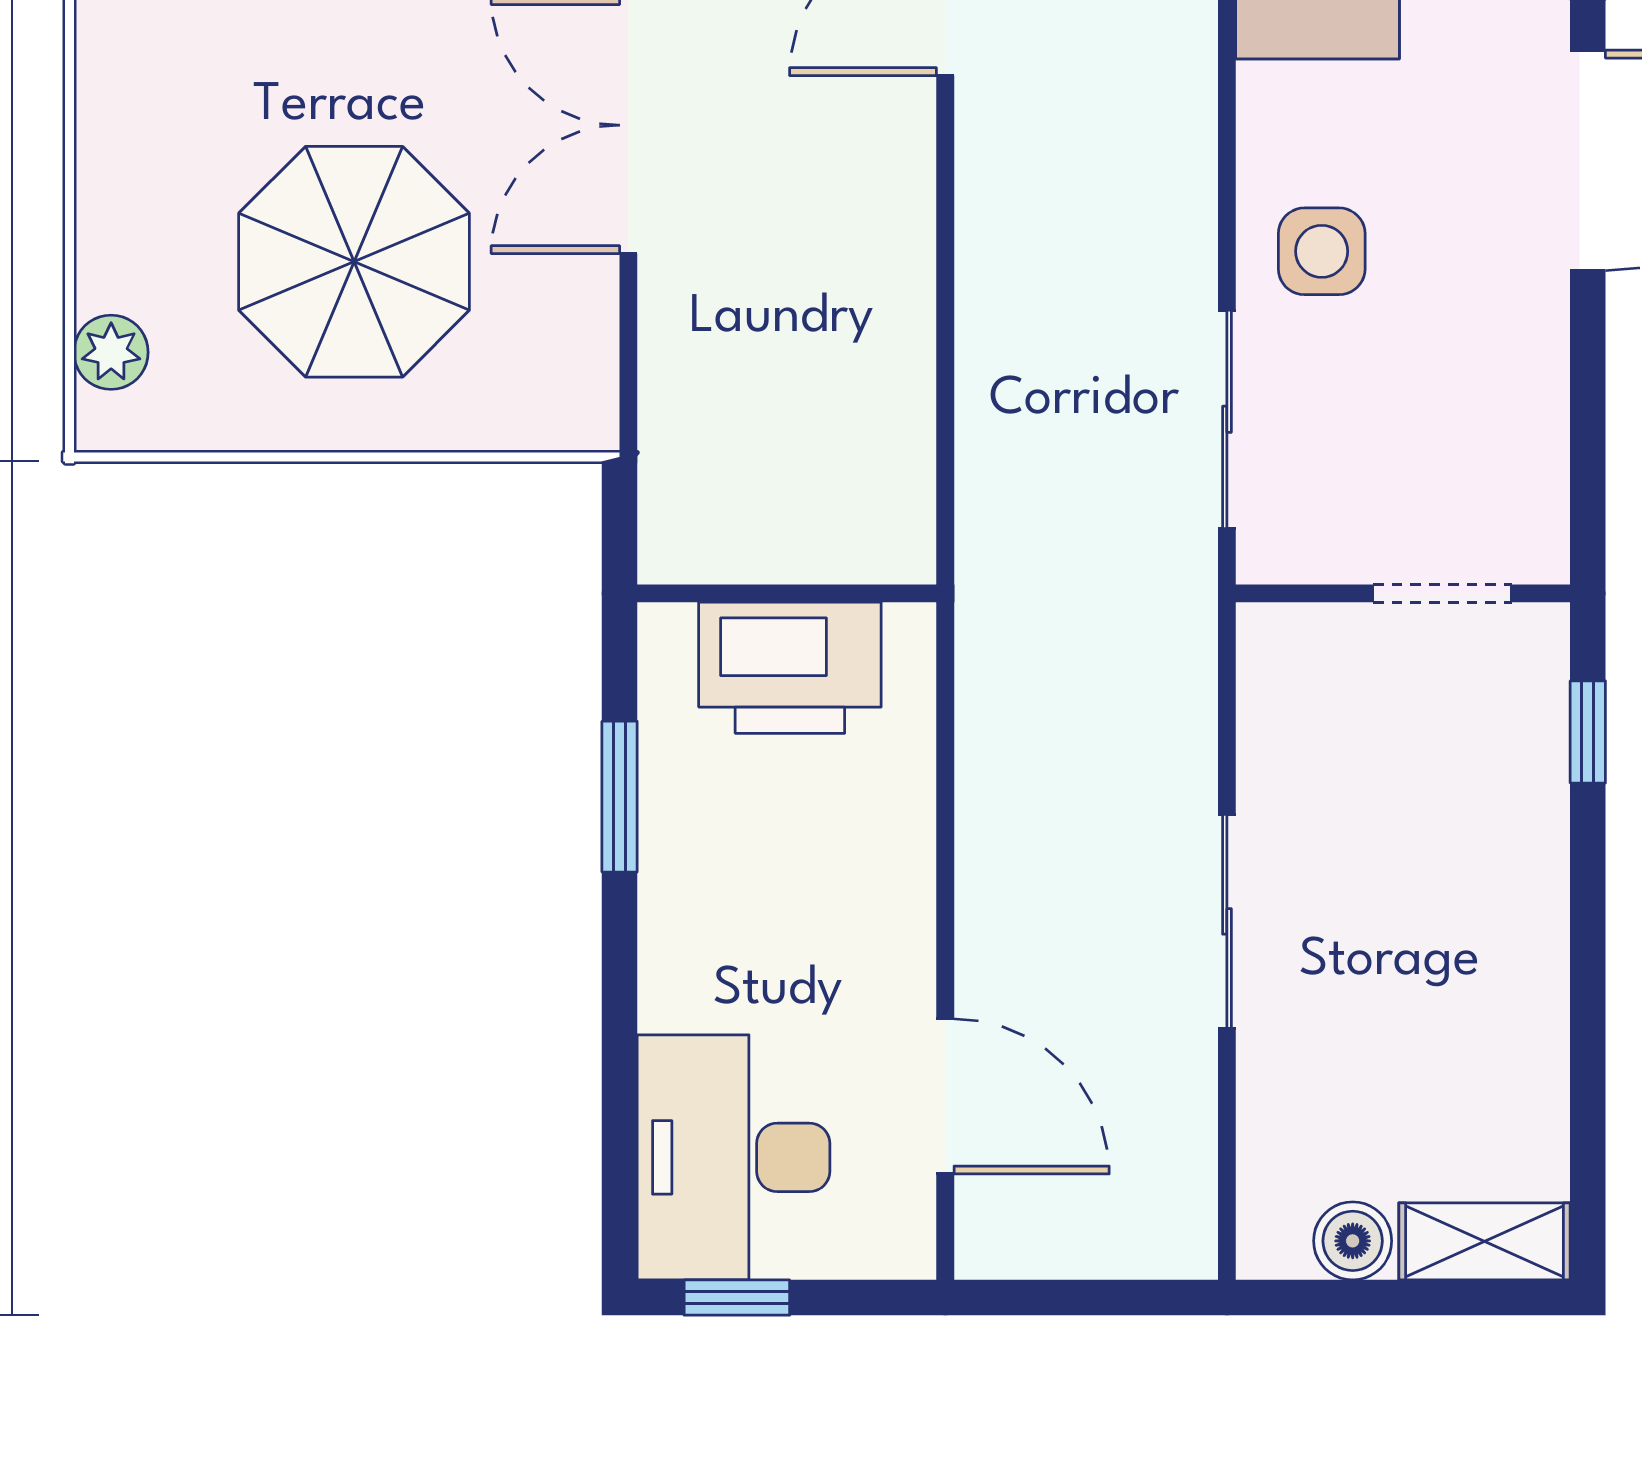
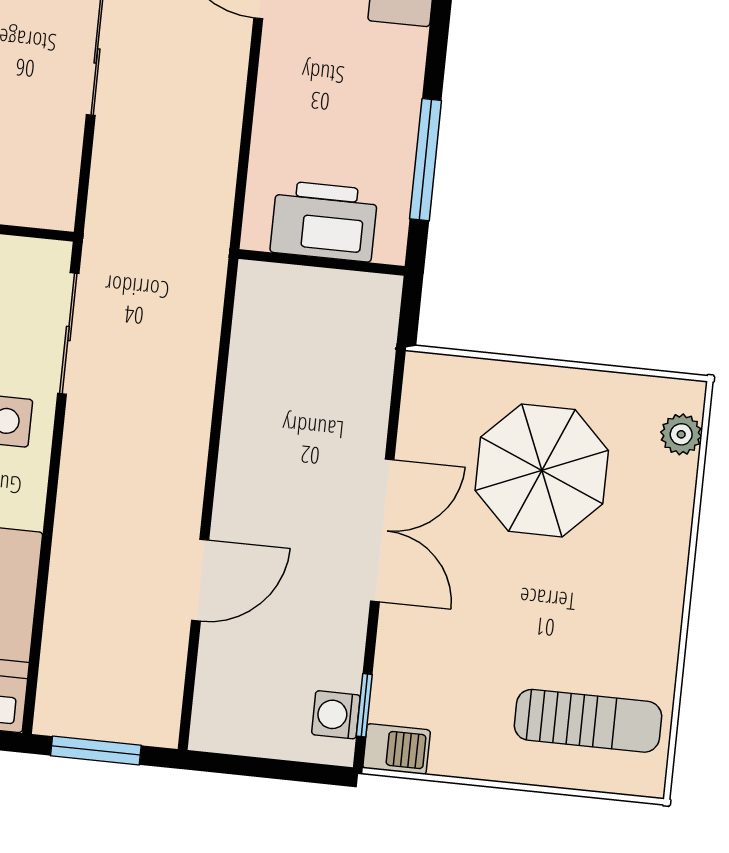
window: (620, 797) -> (426, 160), width x1.44

